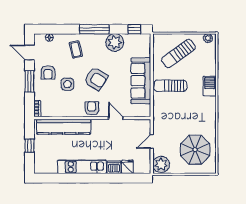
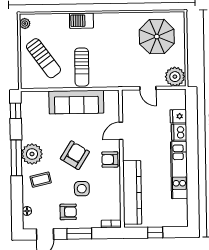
plant: (115, 42) -> (32, 154), moved

